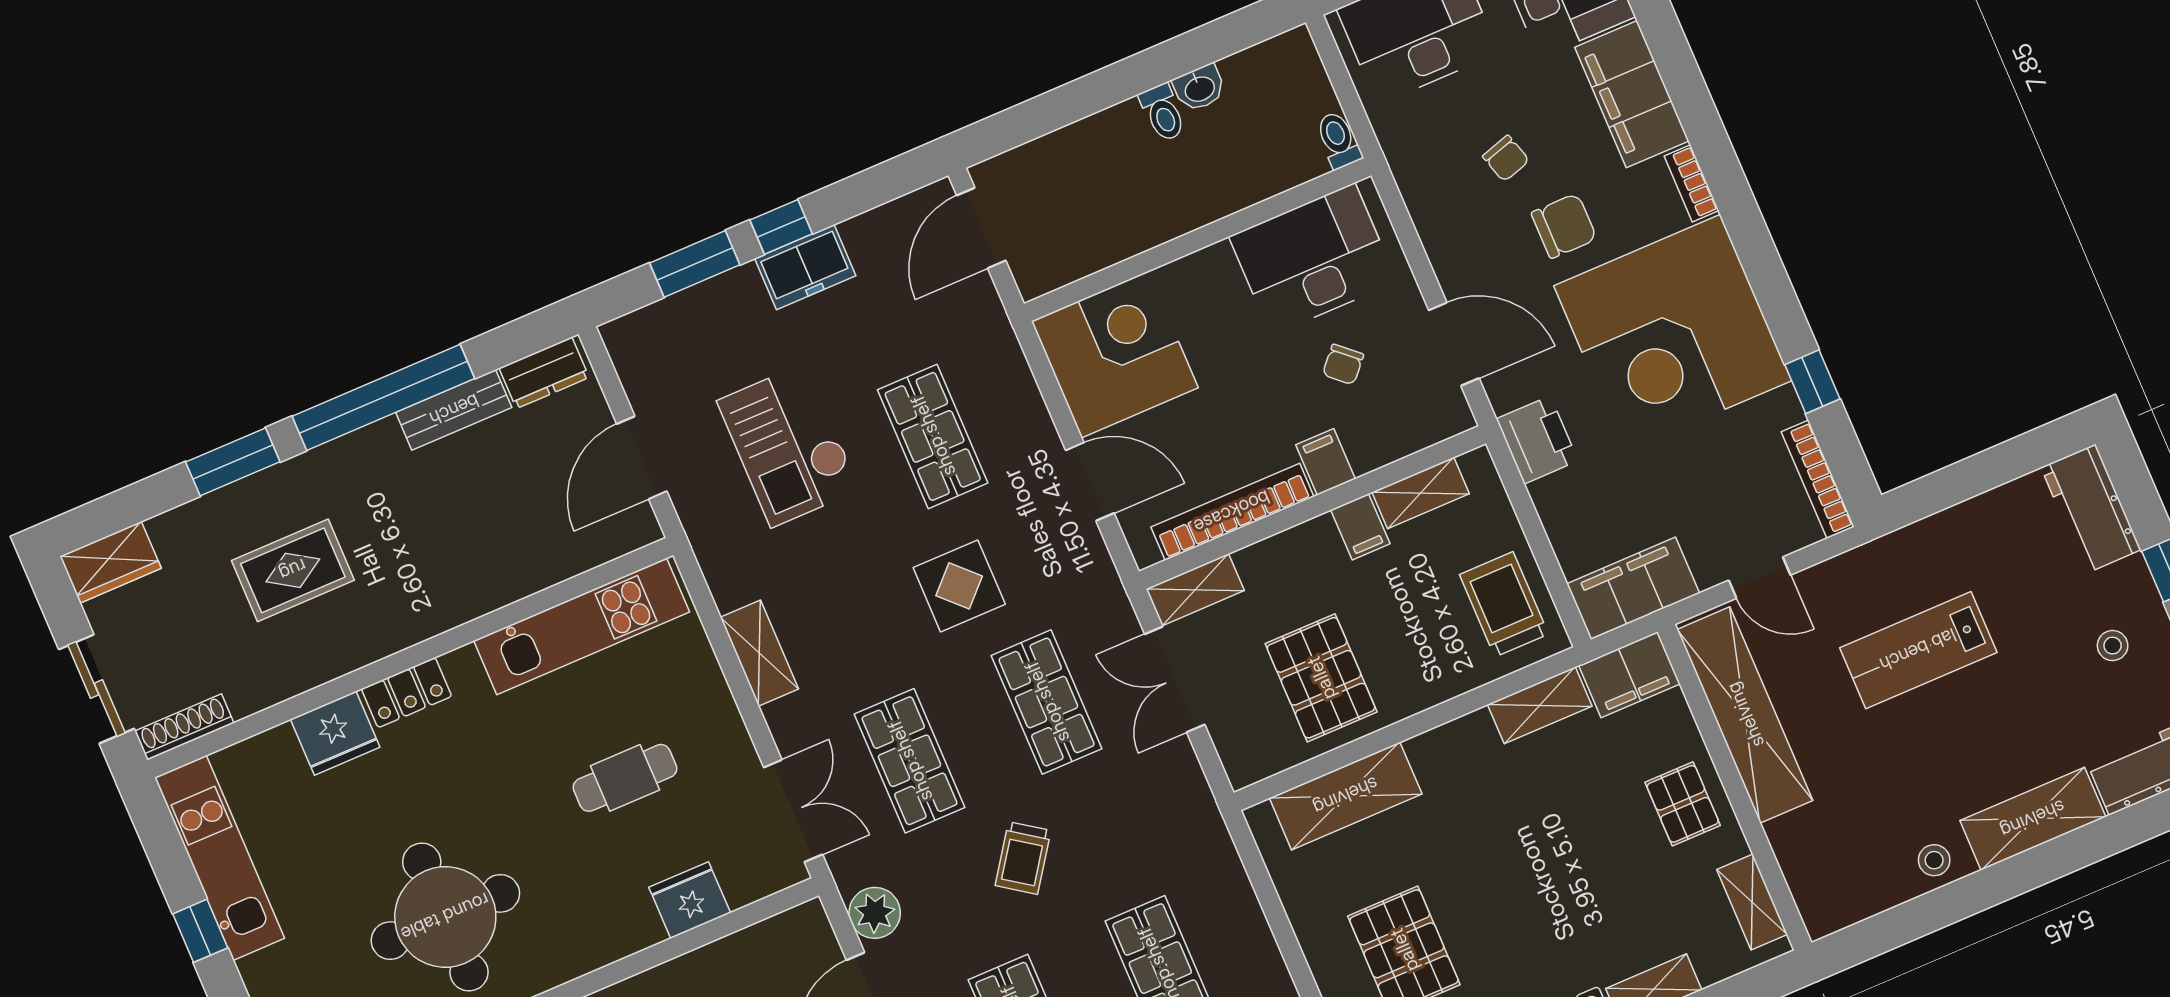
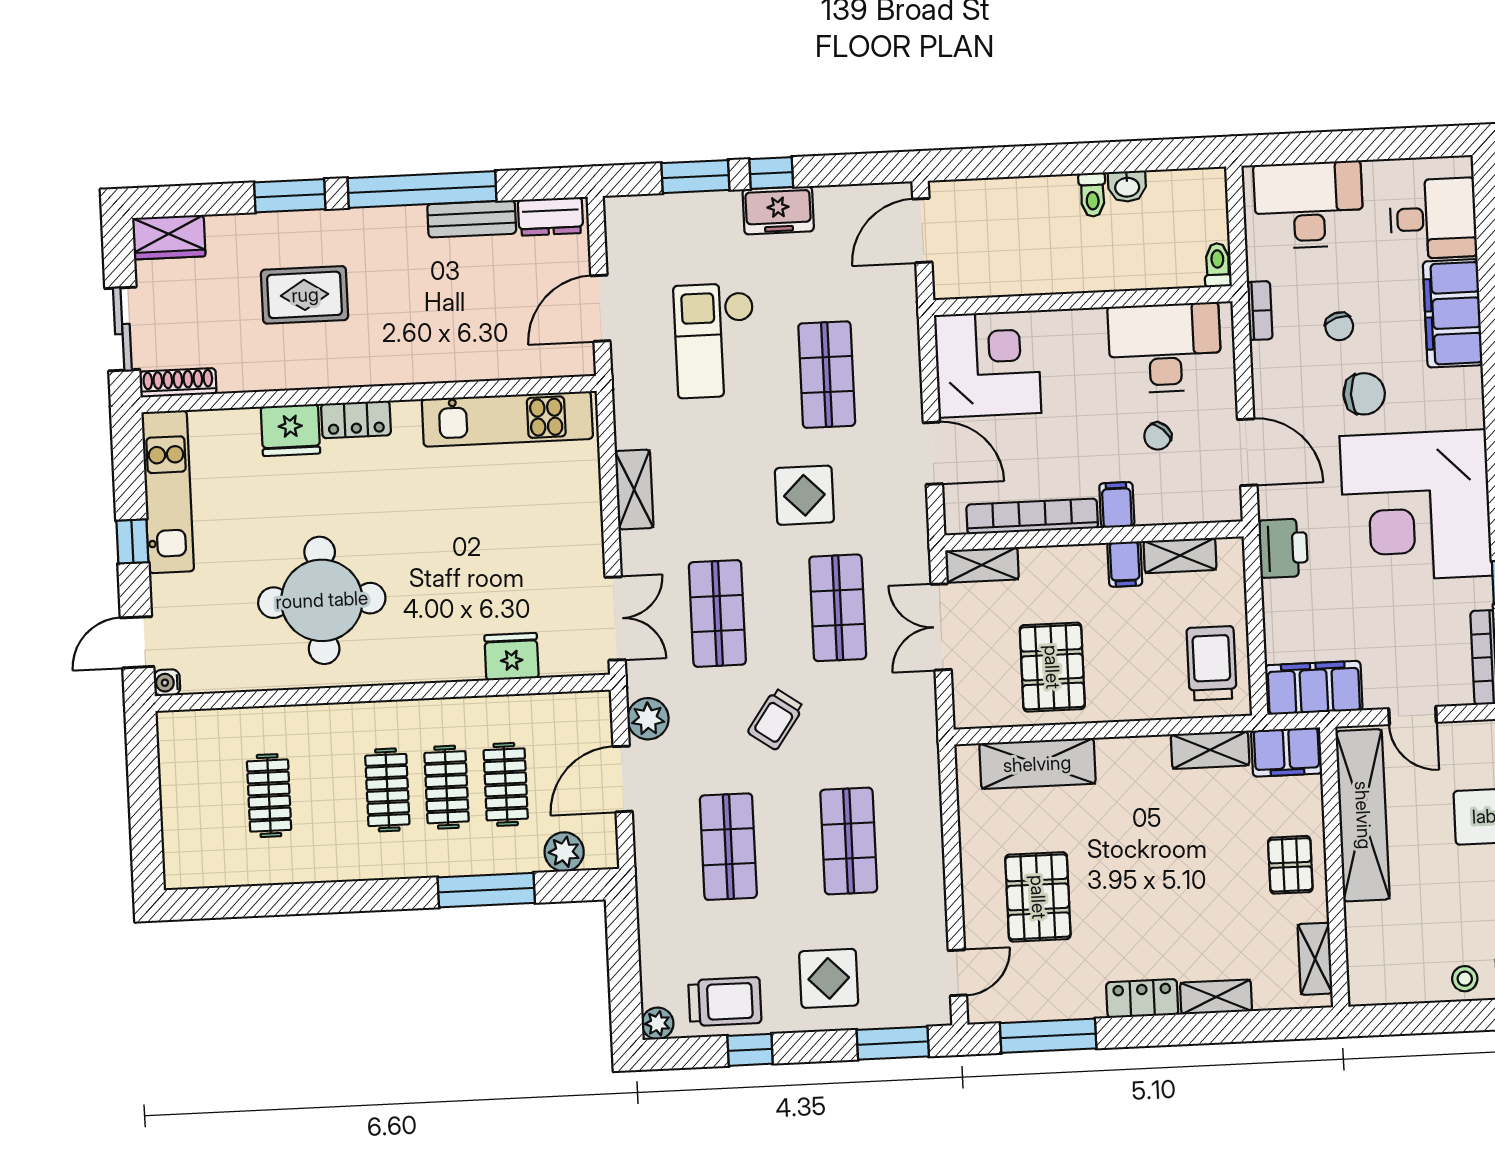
bookcase: (1691, 183) -> (1260, 311), moved, turned 180
cafe table: (625, 778) -> (497, 546), removed

